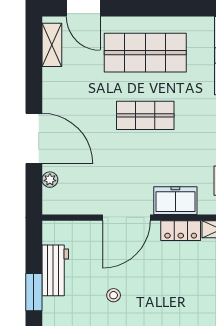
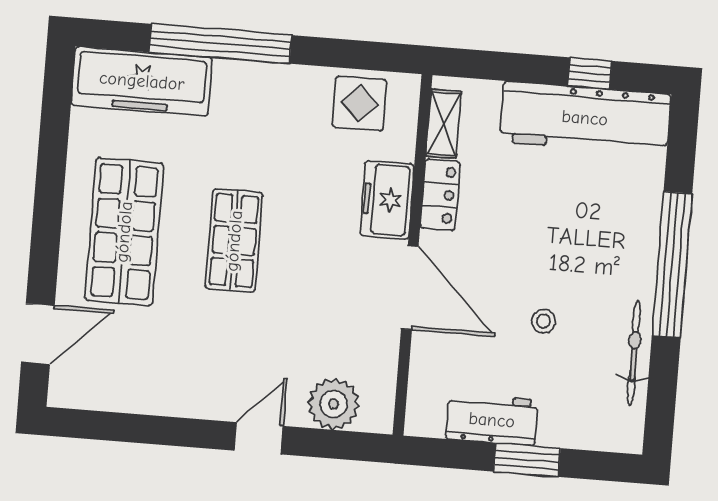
shelving: (52, 45) -> (98, 394), removed
door: (34, 138) -> (258, 438), width x0.53
plant: (50, 180) -> (334, 404), width x1.88, depth x1.88

